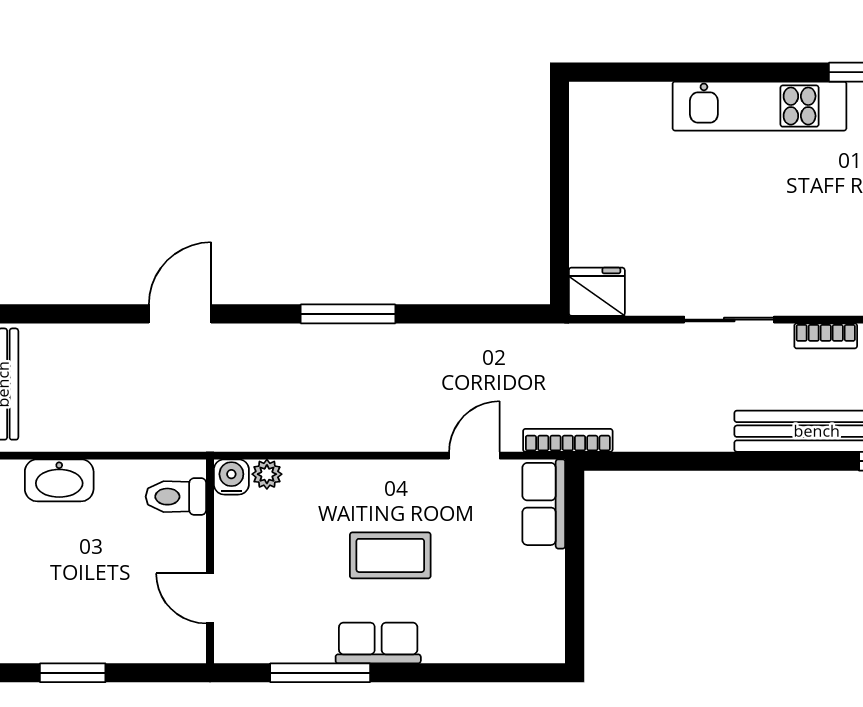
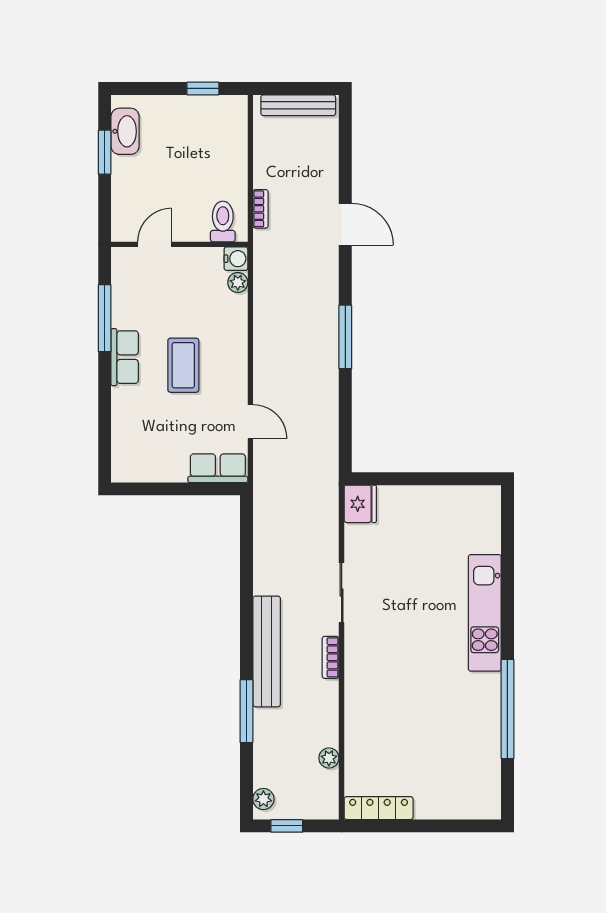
bookcase: (568, 440) -> (261, 209), moved, width x0.64
washbasin: (59, 480) -> (125, 131), moved, turned 180

